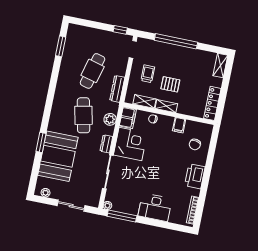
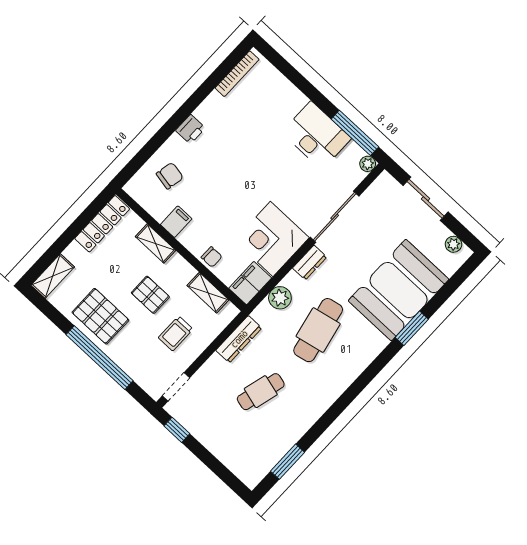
pallet: (187, 61) -> (100, 316), added
cafe table: (93, 71) -> (261, 392), width x0.73, depth x0.74
shelving: (166, 106) -> (156, 243), moved
printer: (195, 176) -> (190, 129), width x0.53, depth x0.68
desk: (155, 207) -> (316, 135), moved

